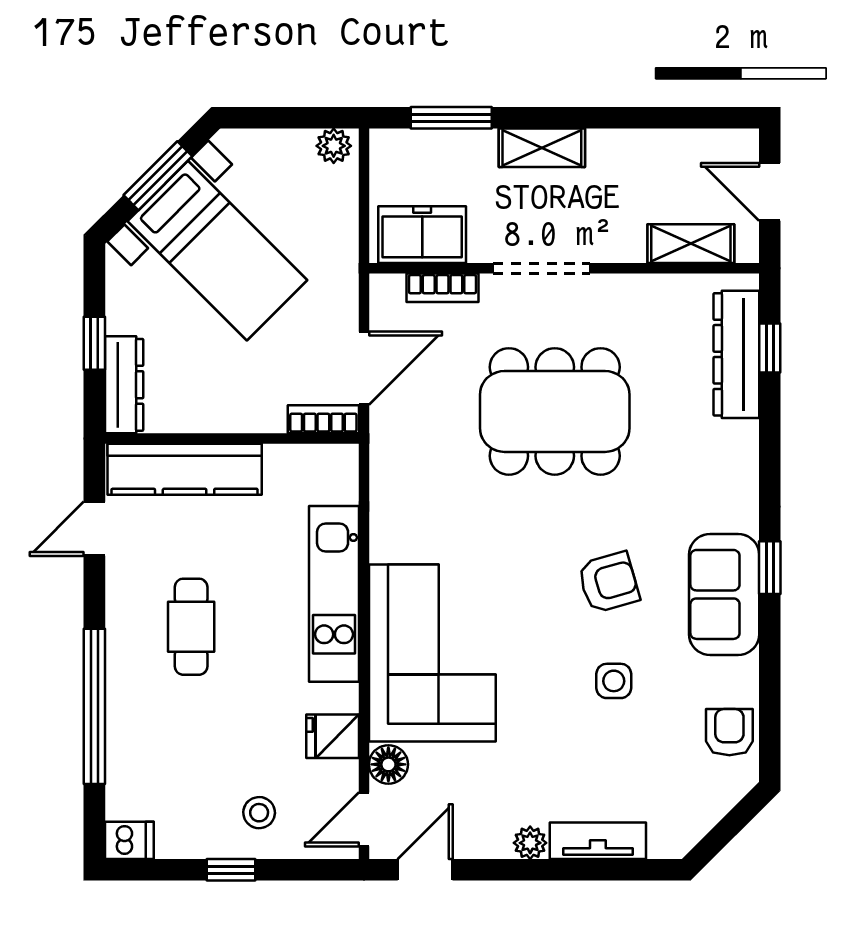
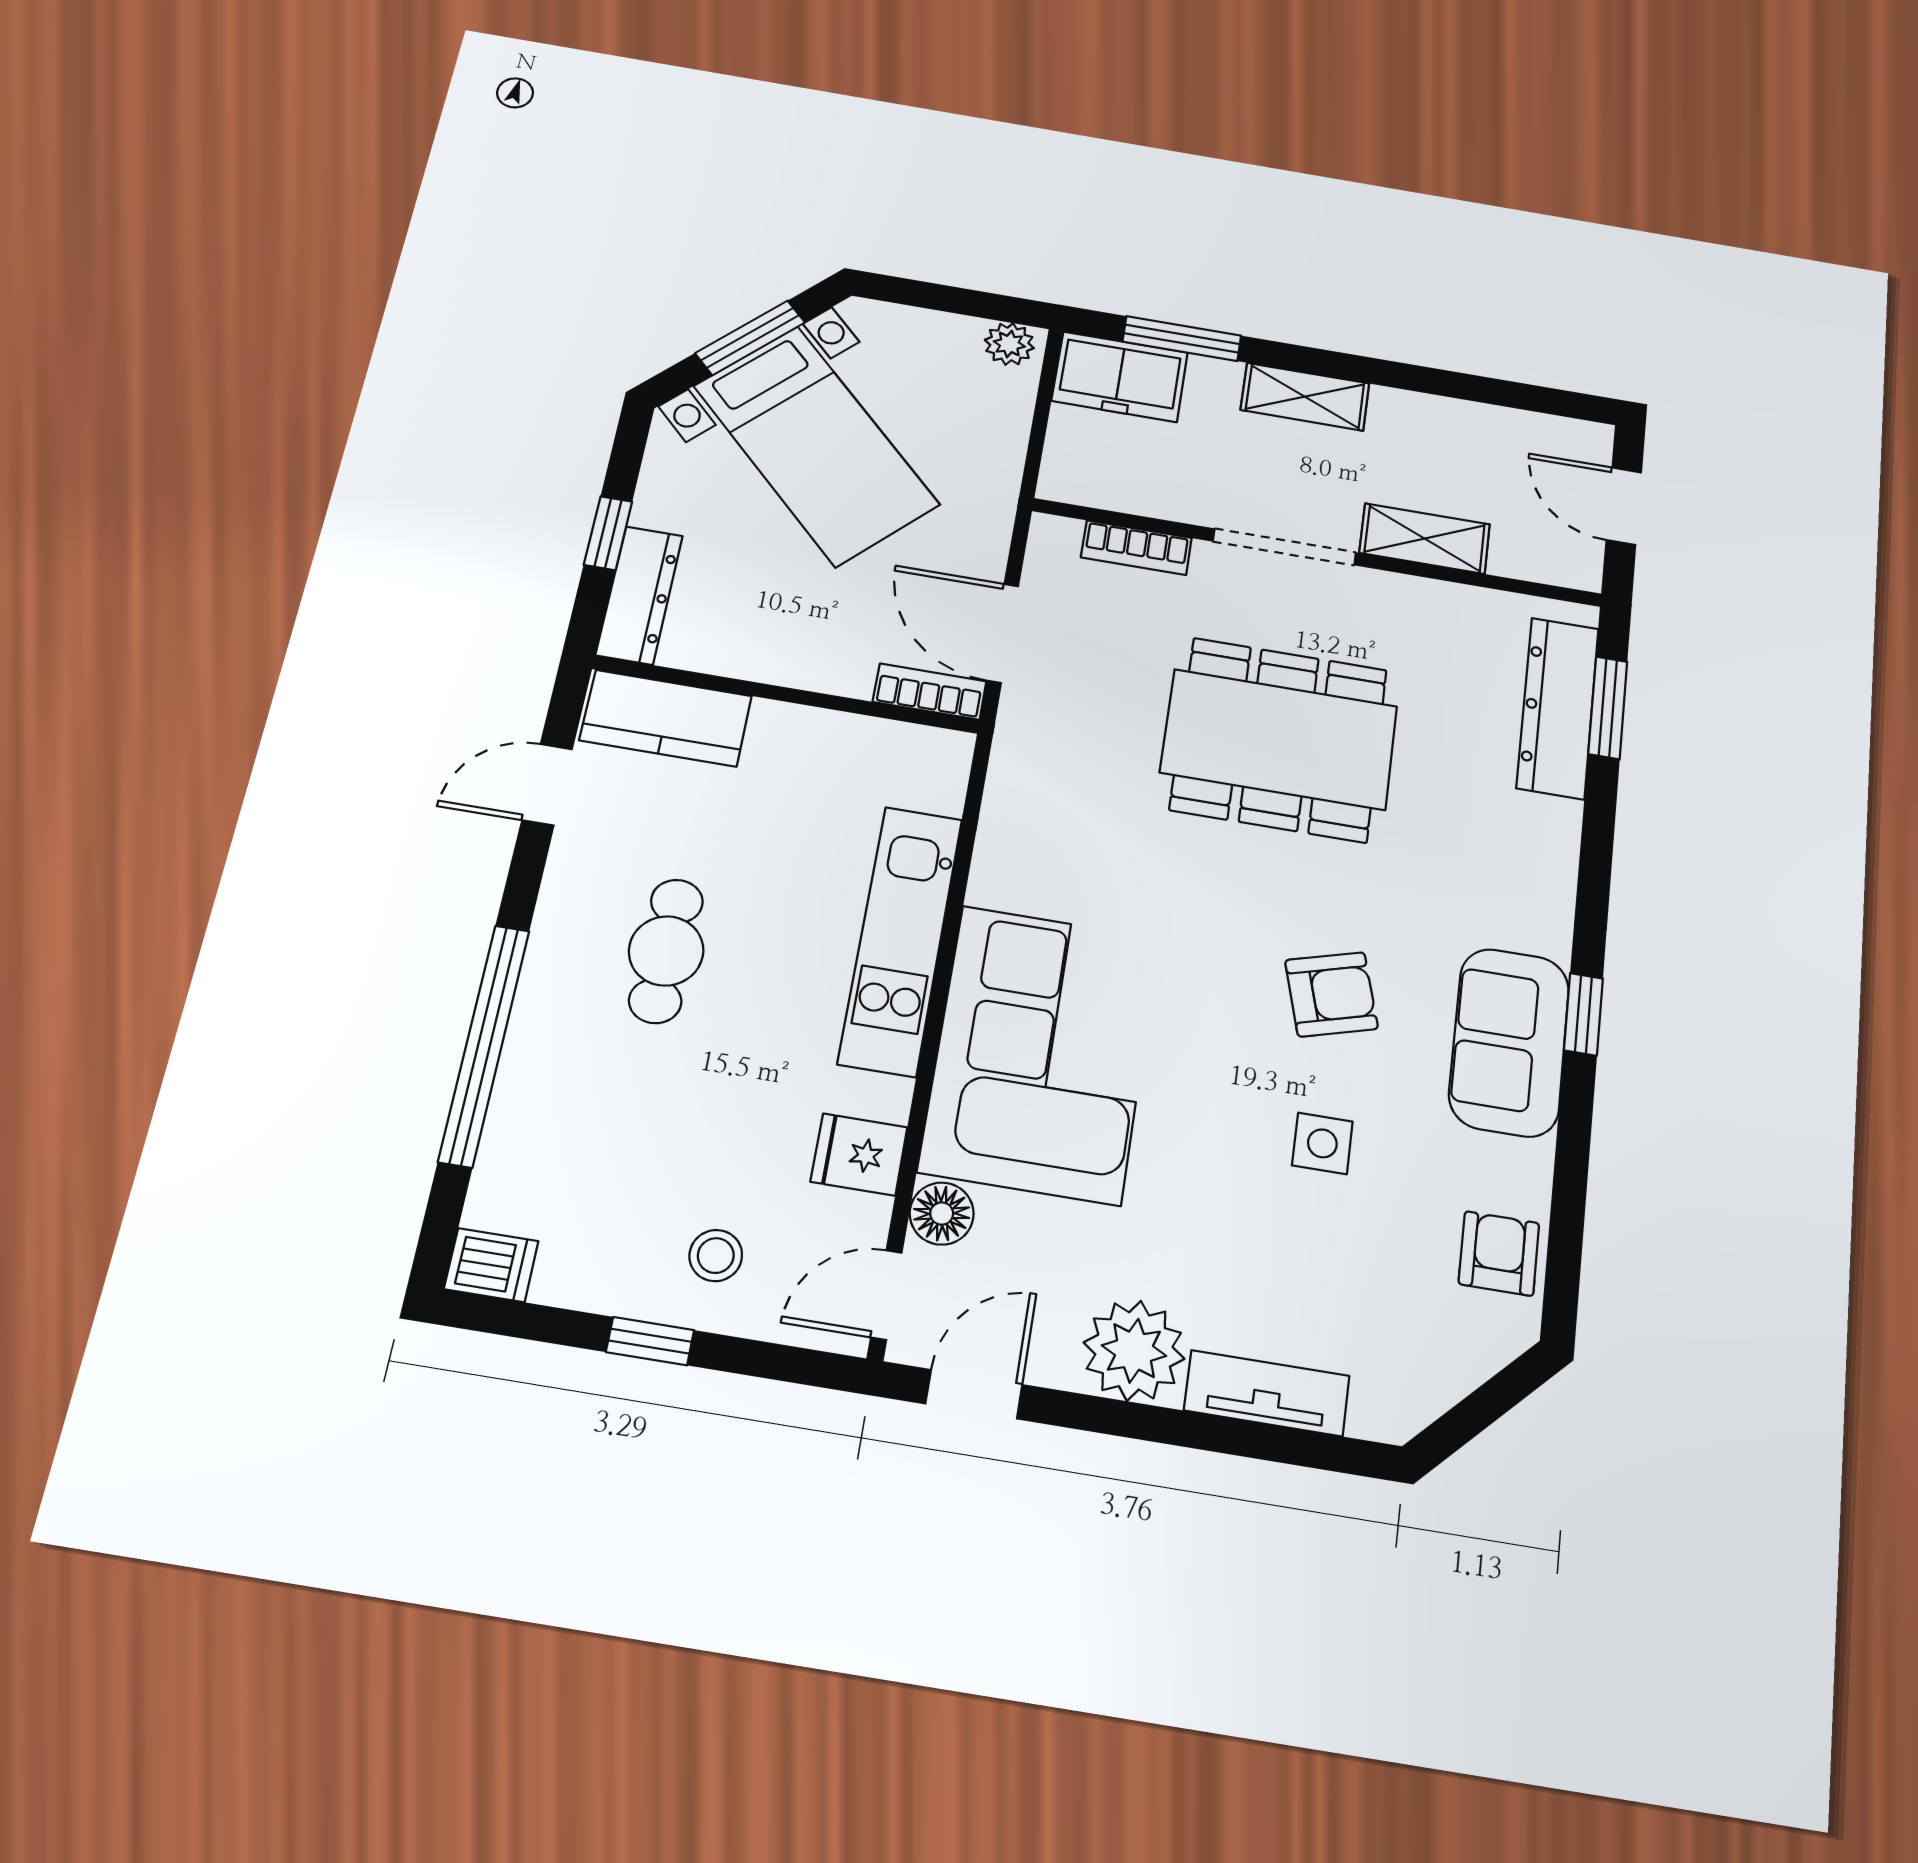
freezer: (422, 235) -> (1120, 377), moved, turned 180
shelving: (691, 244) -> (1425, 539), moved
window: (770, 348) -> (1608, 708), width x1.50
door: (364, 368) -> (1003, 633), swing flipped
kitchen counter: (185, 469) -> (666, 718), width x0.67
plant: (530, 843) -> (1134, 1351), width x1.87, depth x1.87

